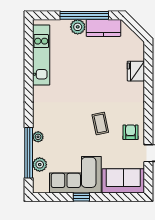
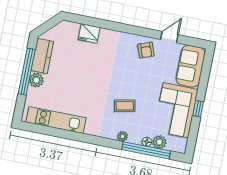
coffee table: (100, 123) -> (125, 106), moved
armchair: (130, 132) -> (146, 50), turned -110
plant: (38, 137) -> (123, 136), moved
floor lamp: (37, 152) -> (147, 142), added

